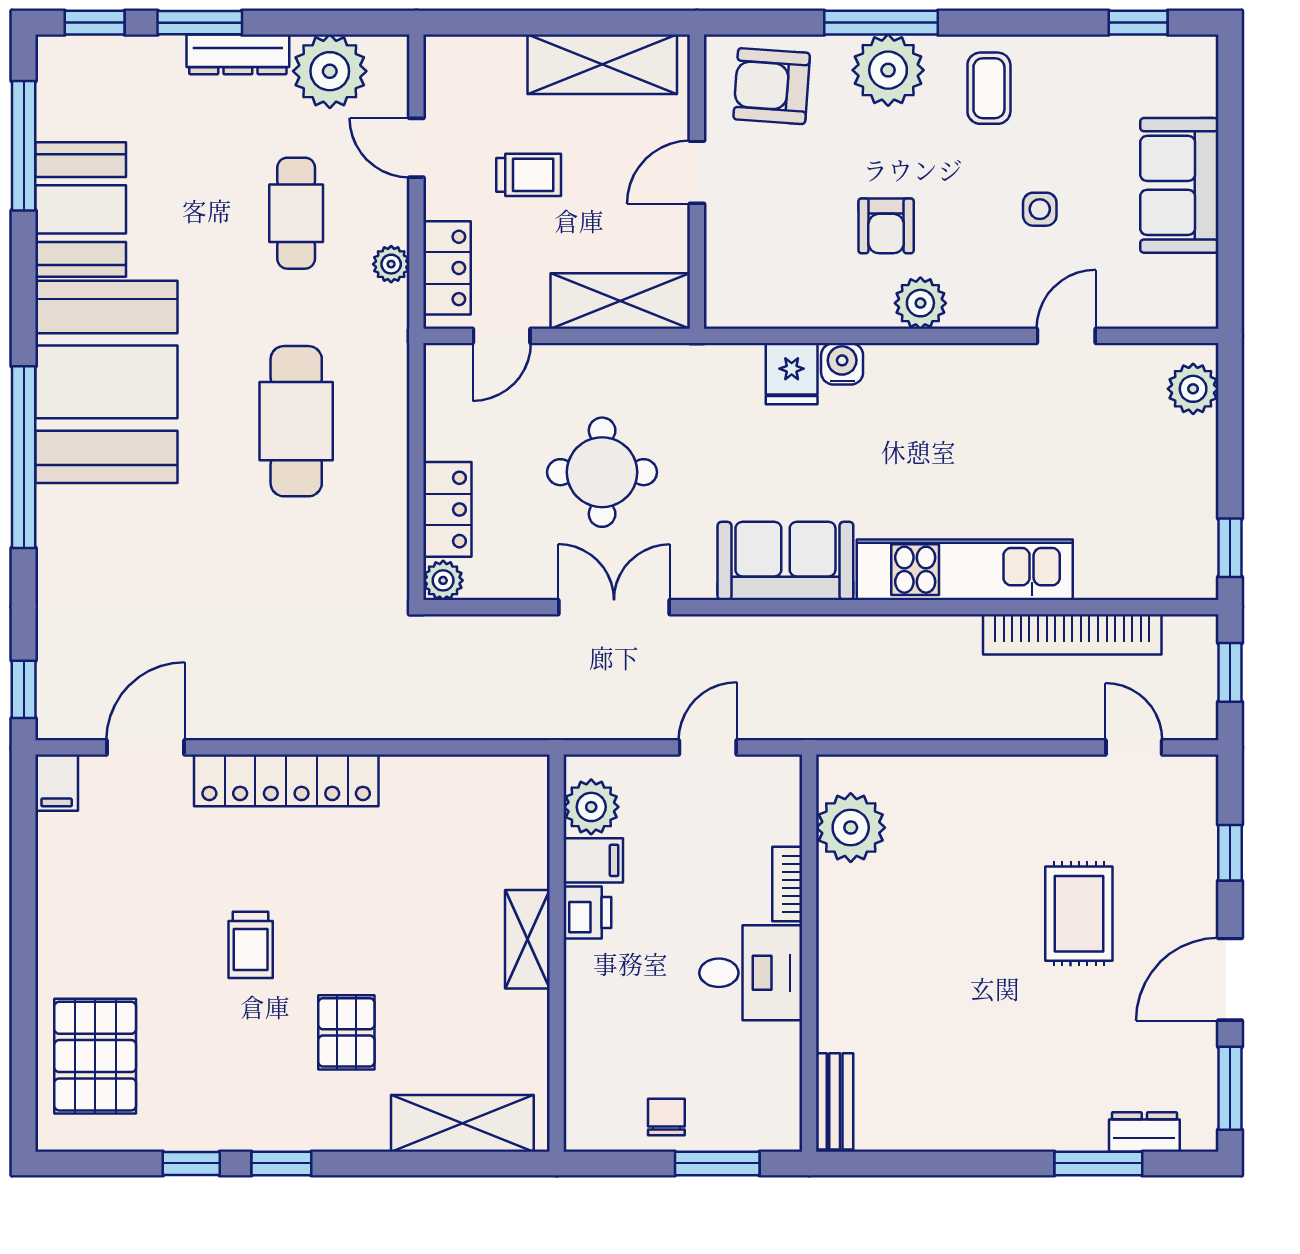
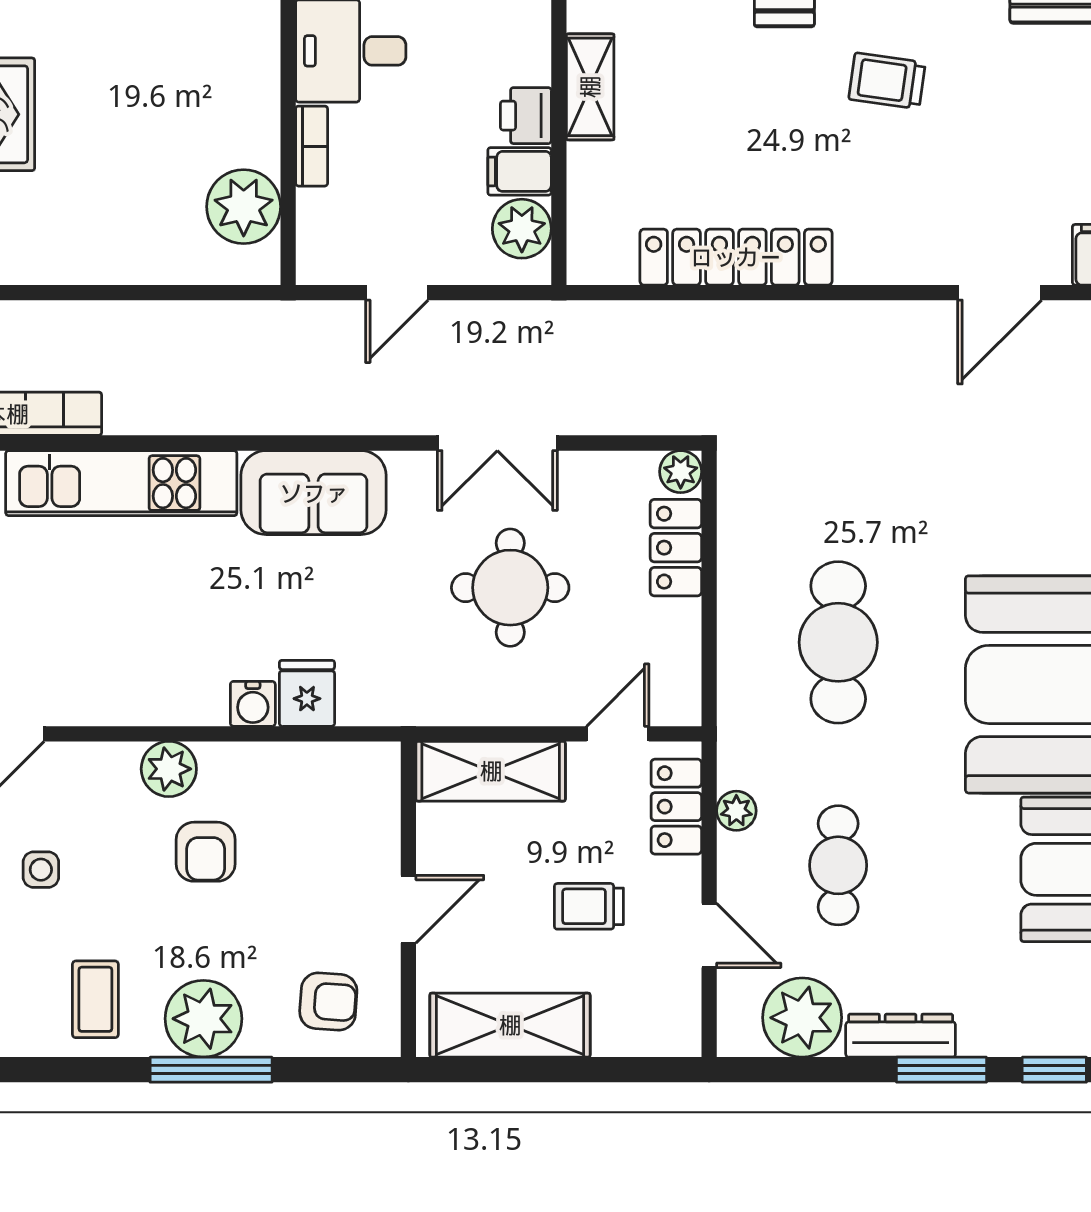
armchair: (772, 86) -> (328, 1002), width x0.72, depth x0.72
armchair: (886, 226) -> (206, 852), turned 180
locker: (286, 780) -> (736, 257), moved
trolley: (251, 945) -> (887, 81), turned -82

